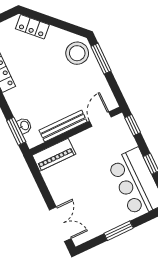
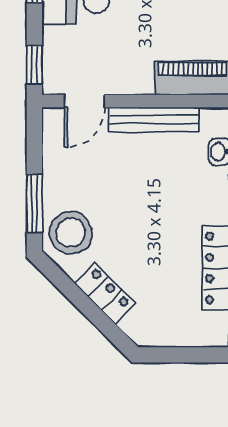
locker: (32, 27) -> (105, 293), moved

